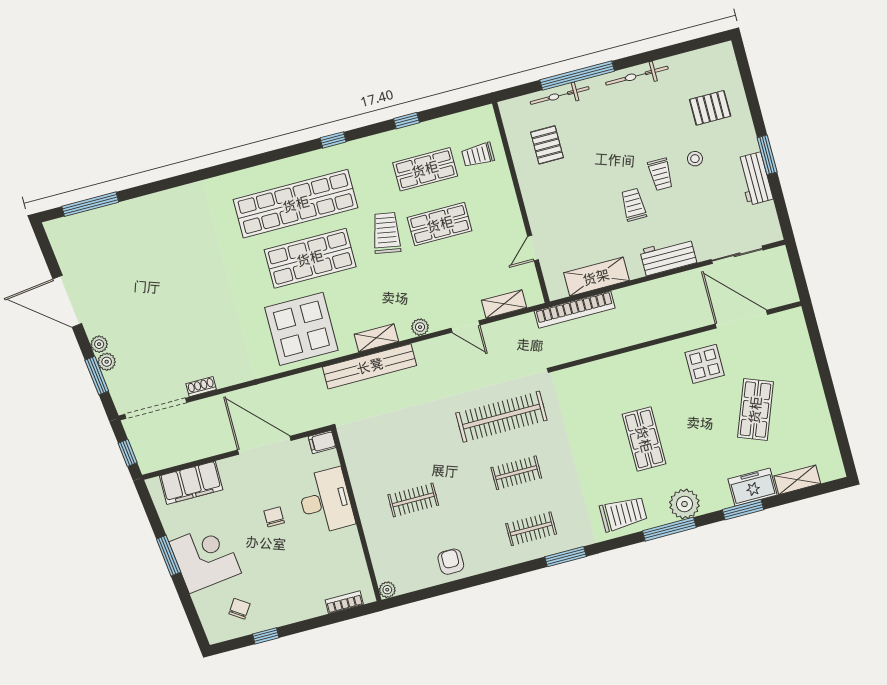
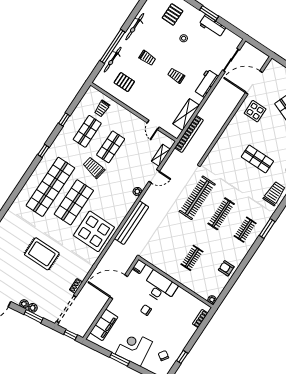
trolley: (660, 174) -> (147, 58), moved
rug: (193, 293) -> (42, 254), added
shelving: (376, 338) -> (125, 210), removed
clothes rail: (516, 473) -> (221, 214), width x1.36

